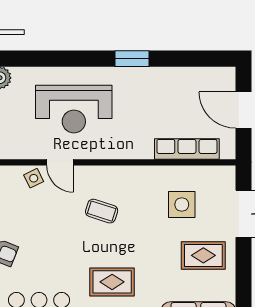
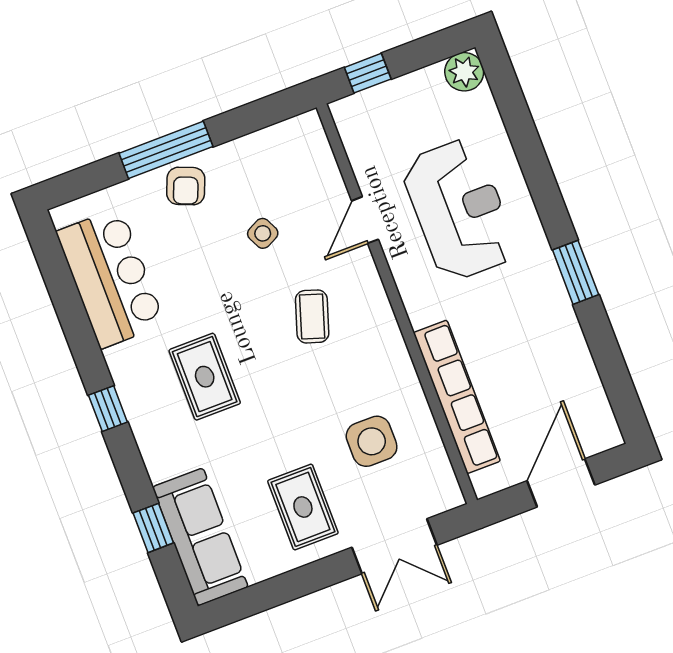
reception desk: (74, 109) -> (459, 210), turned 180
row of seats: (187, 149) -> (457, 397), width x1.36
side table: (34, 178) -> (263, 233), moved

